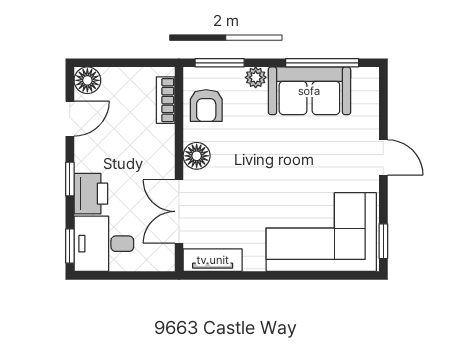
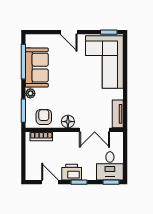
floor lamp: (87, 80) -> (32, 174), removed
armchair: (206, 106) -> (44, 117), turned -90
door: (383, 157) -> (69, 32), swing flipped
printer: (91, 194) -> (72, 172), moved

